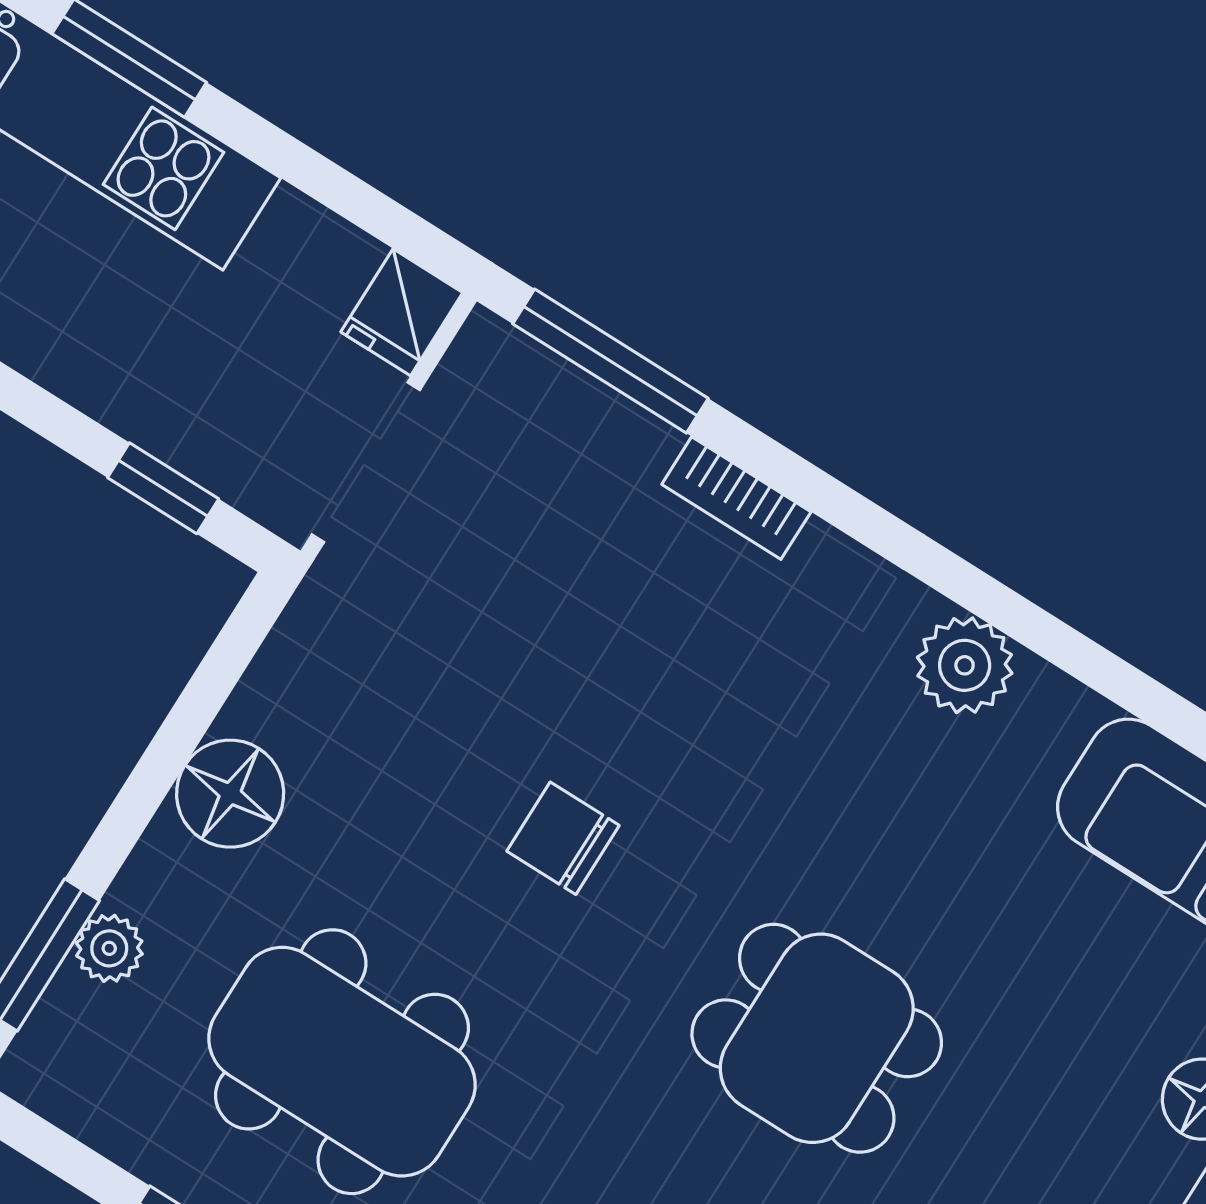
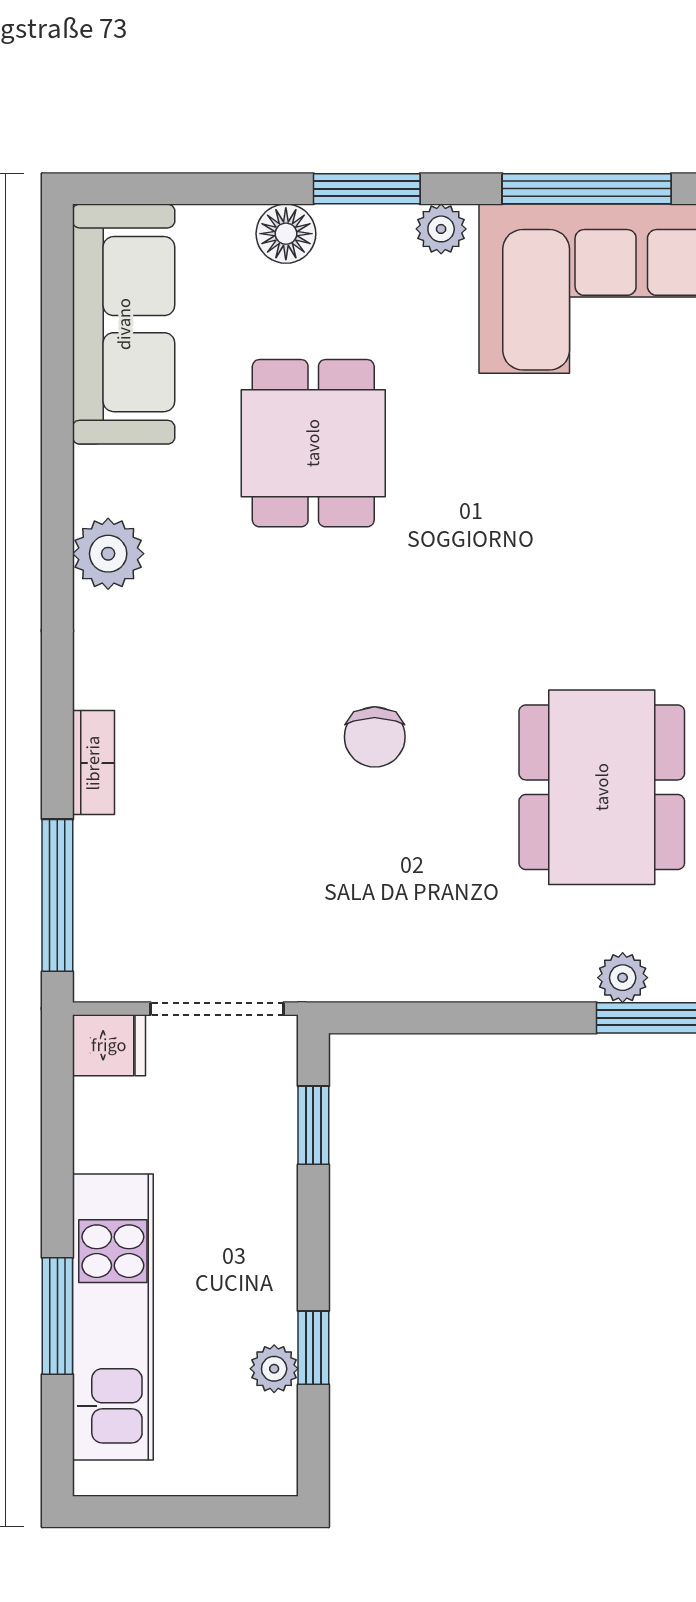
floor lamp: (230, 794) -> (478, 963), removed
dining table: (817, 1038) -> (313, 443), moved

